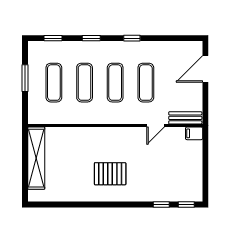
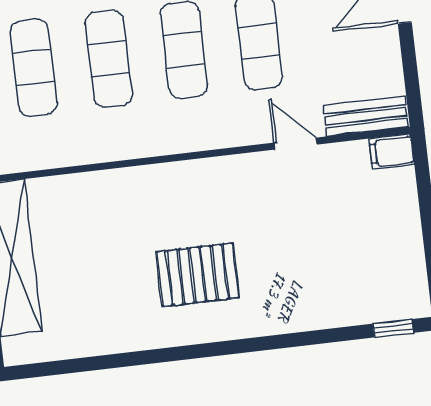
door: (156, 126) -> (295, 144), swing flipped
window: (161, 205) -> (332, 335), removed

